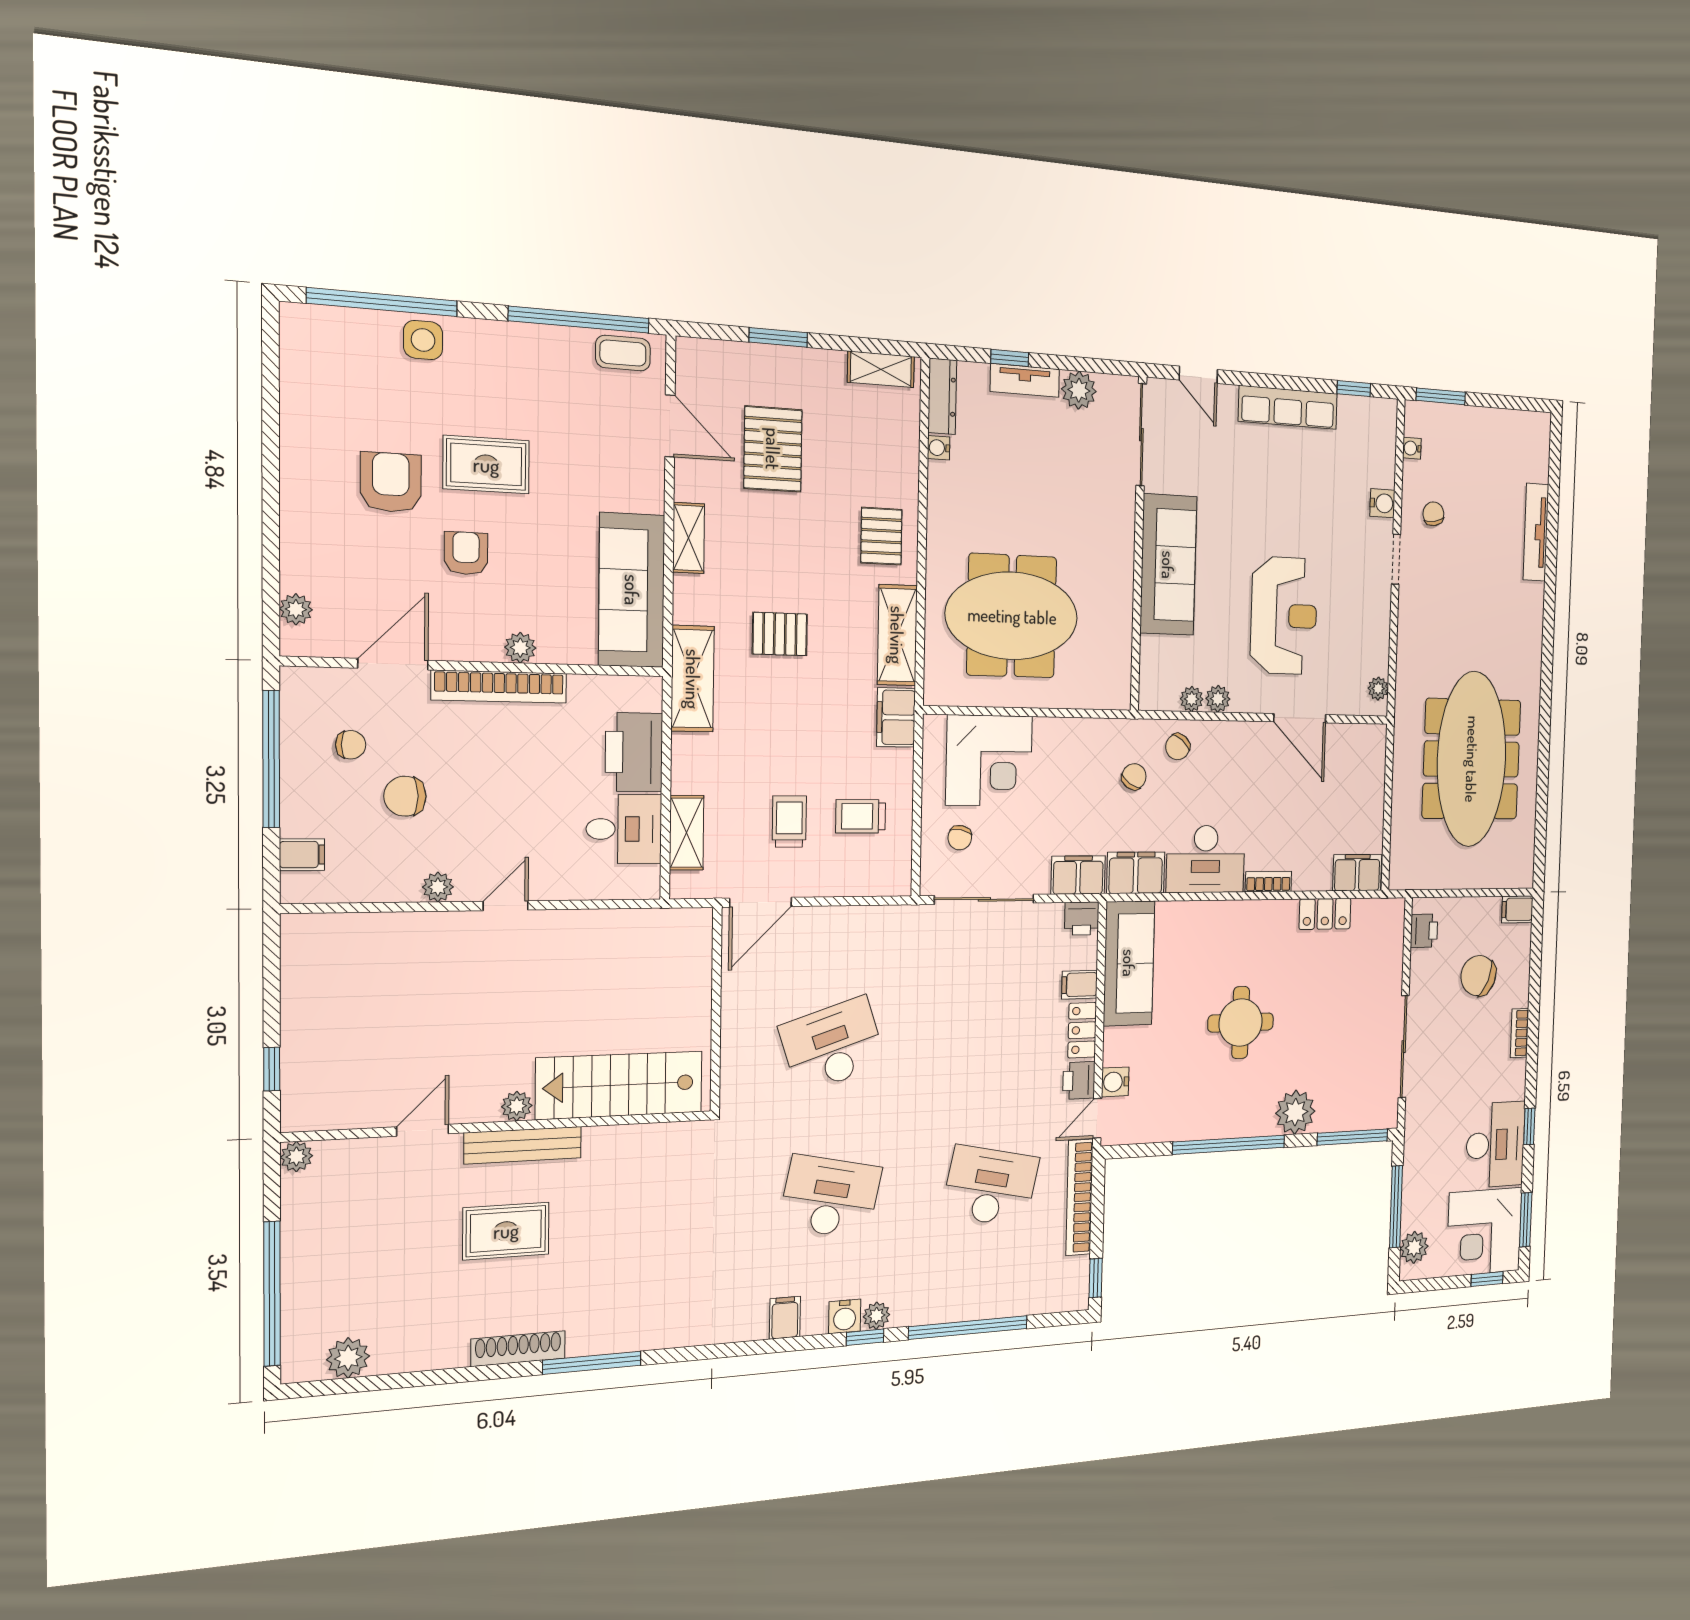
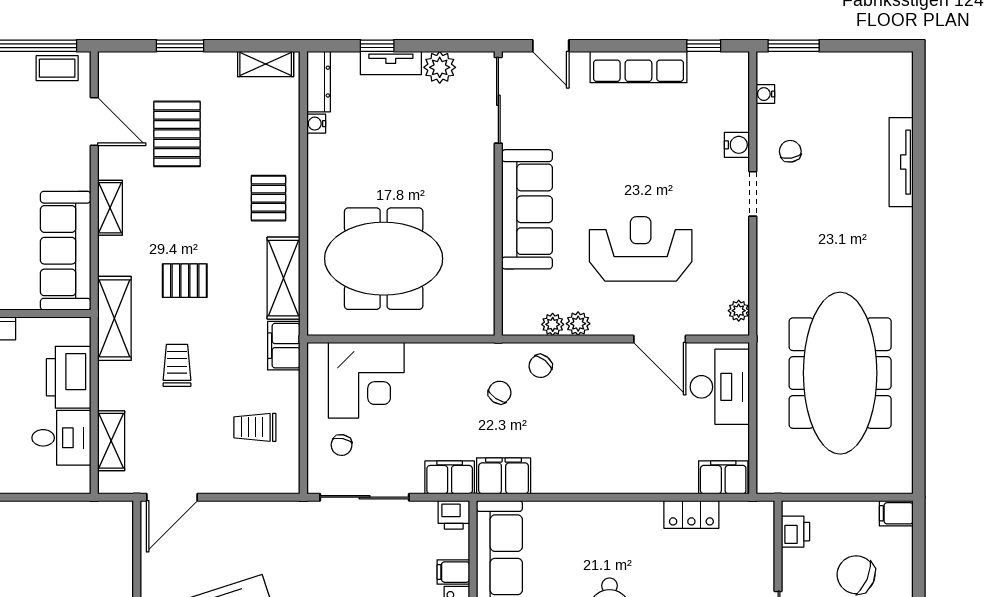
reception desk: (1284, 616) -> (641, 249), turned -90
trolley: (789, 821) -> (177, 365), moved
desk: (1206, 859) -> (720, 387), moved, turned -90
bookcase: (1268, 882) -> (633, 485), removed

